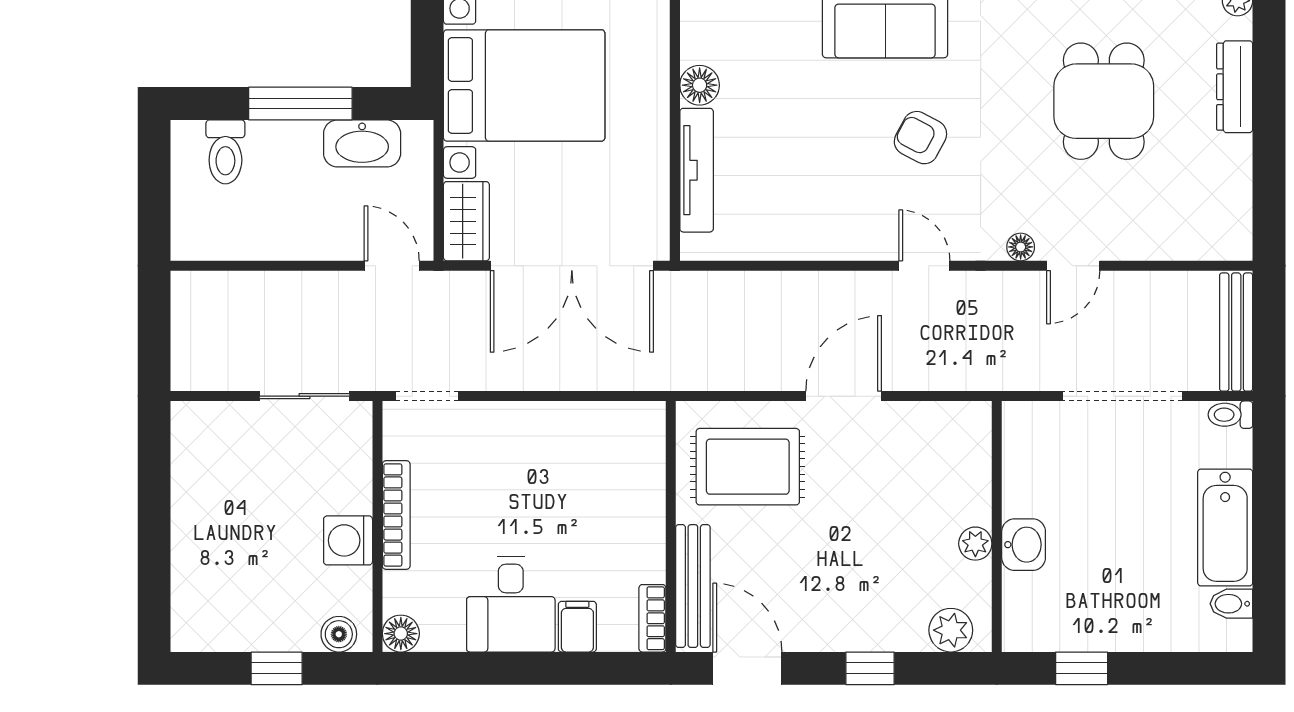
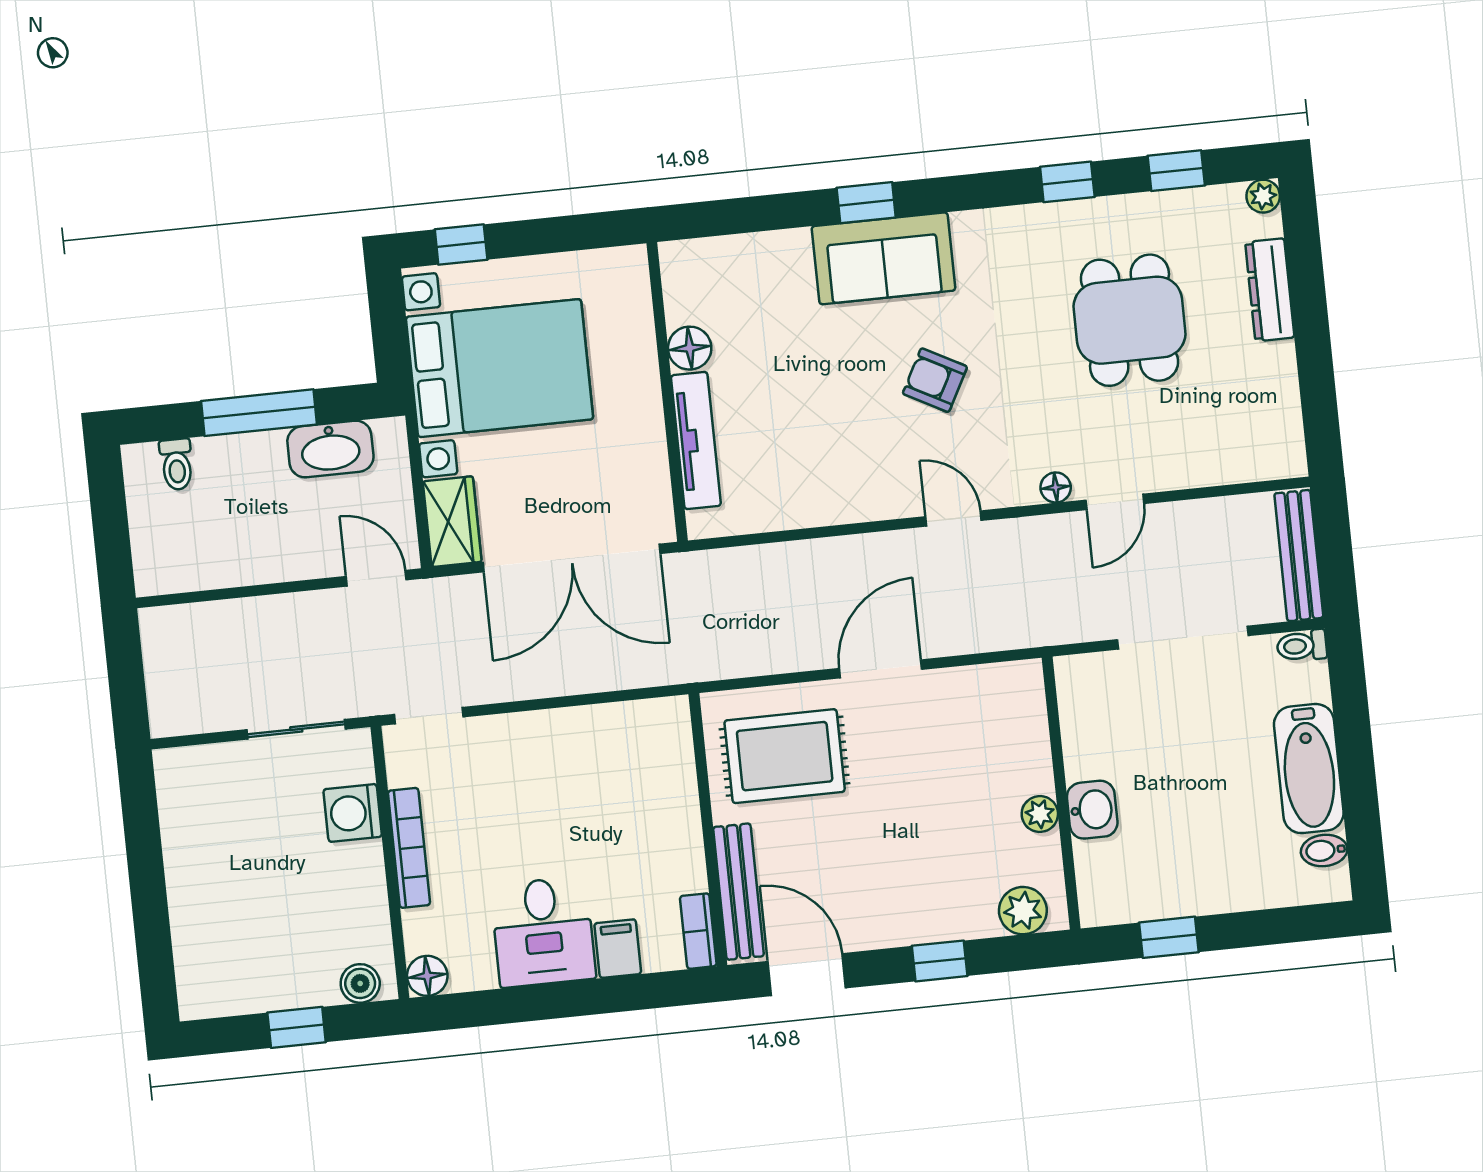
toilet: (225, 152) -> (177, 464), width x0.73, depth x0.72
washing machine: (348, 540) -> (353, 813), moved

